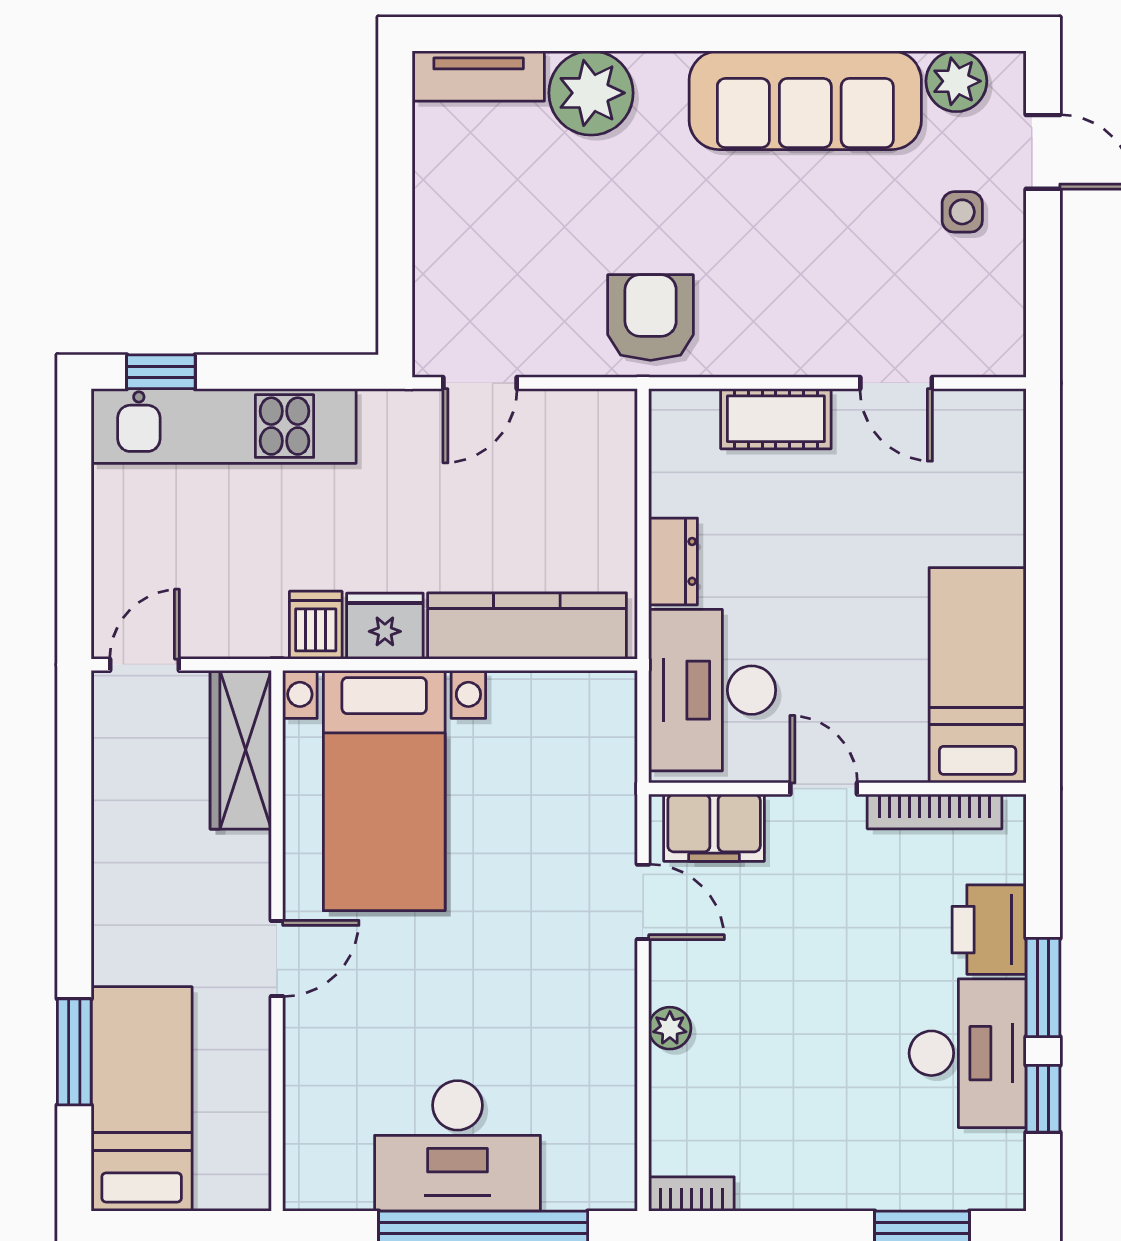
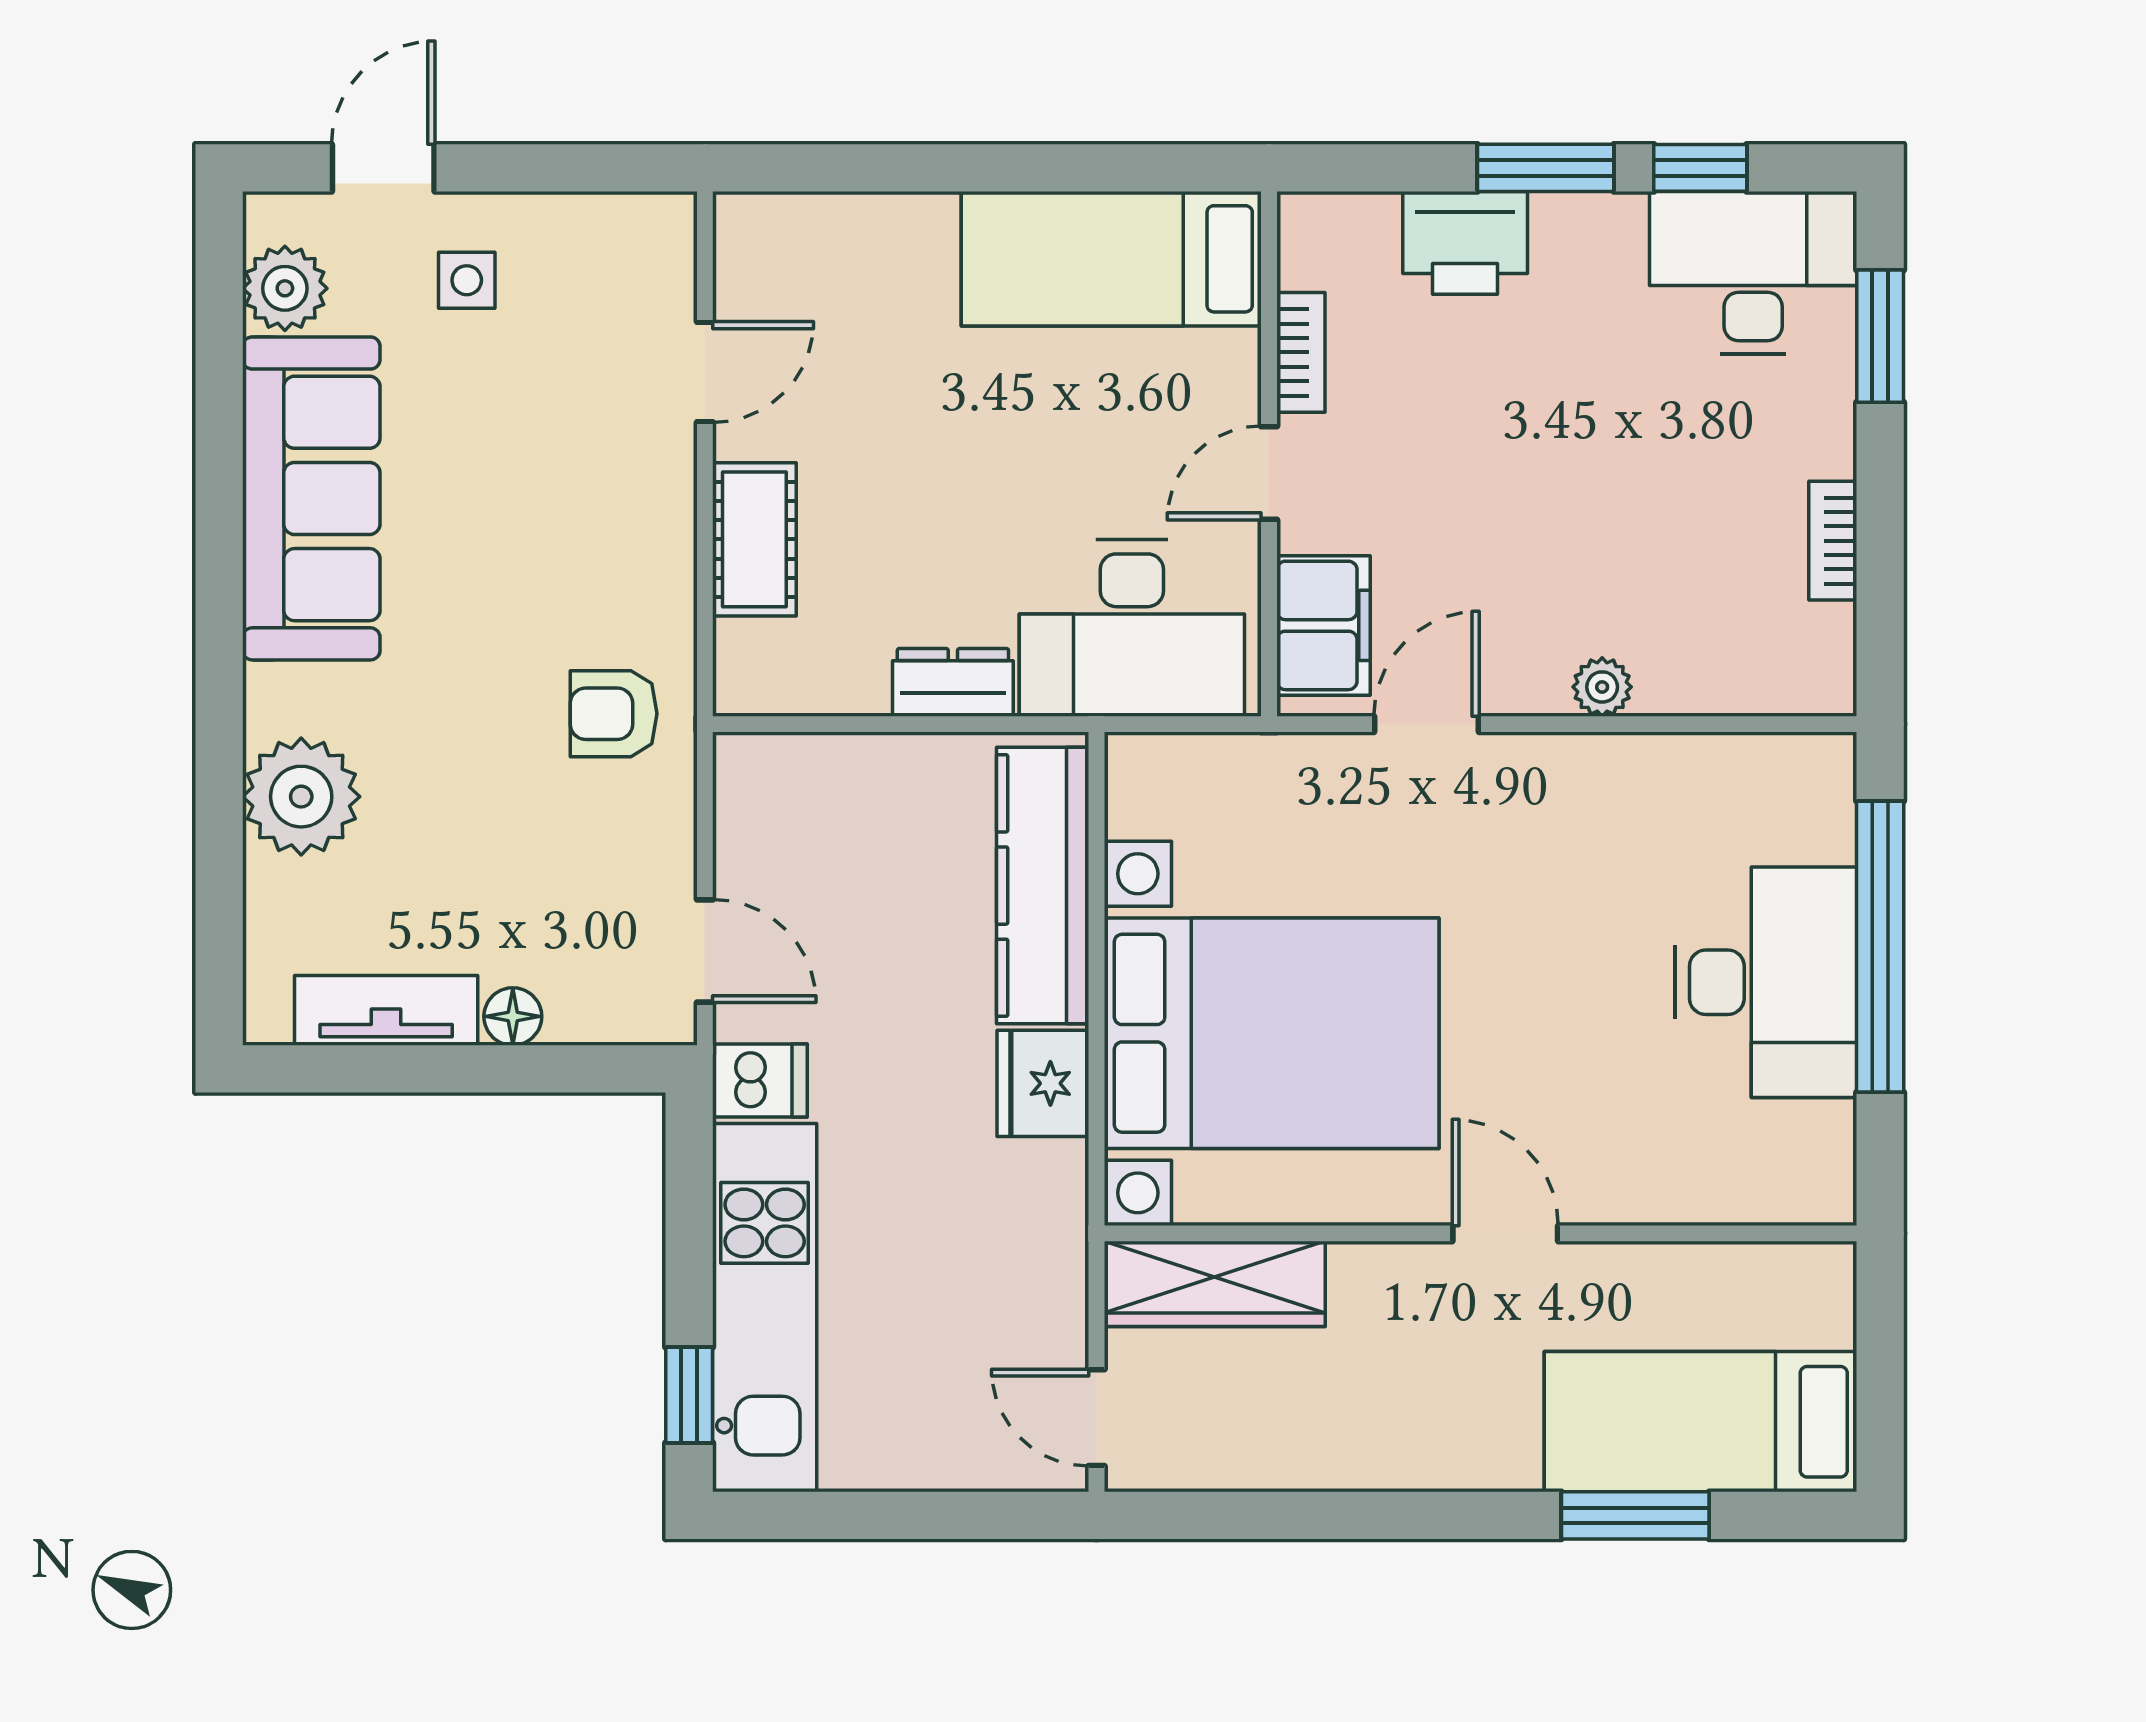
tv unit: (479, 76) -> (386, 1010), moved, turned -90
floor lamp: (433, 245) -> (513, 1016), added
armchair: (651, 318) -> (614, 714), width x0.72, depth x0.72
dishwasher: (316, 625) -> (760, 1081), moved, turned 180
bed with nightstands: (384, 791) -> (1272, 1033), width x1.36
bookcase: (935, 811) -> (1301, 352), width x0.64
desk: (968, 1053) -> (1753, 273), moved
bookcase: (691, 1194) -> (1833, 541), moved

